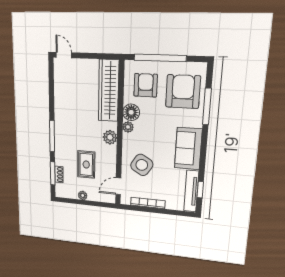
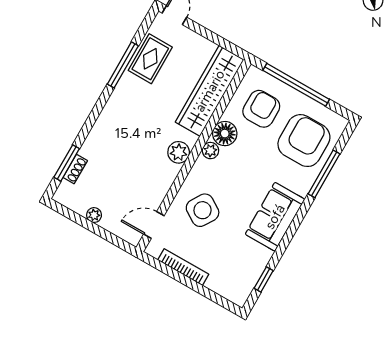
window: (52, 136) -> (123, 65), moved
rug: (86, 165) -> (150, 59), moved
tv unit: (191, 191) -> (251, 276), removed

